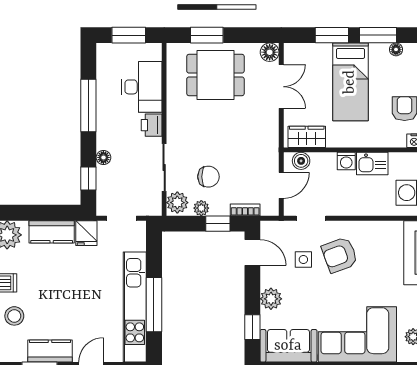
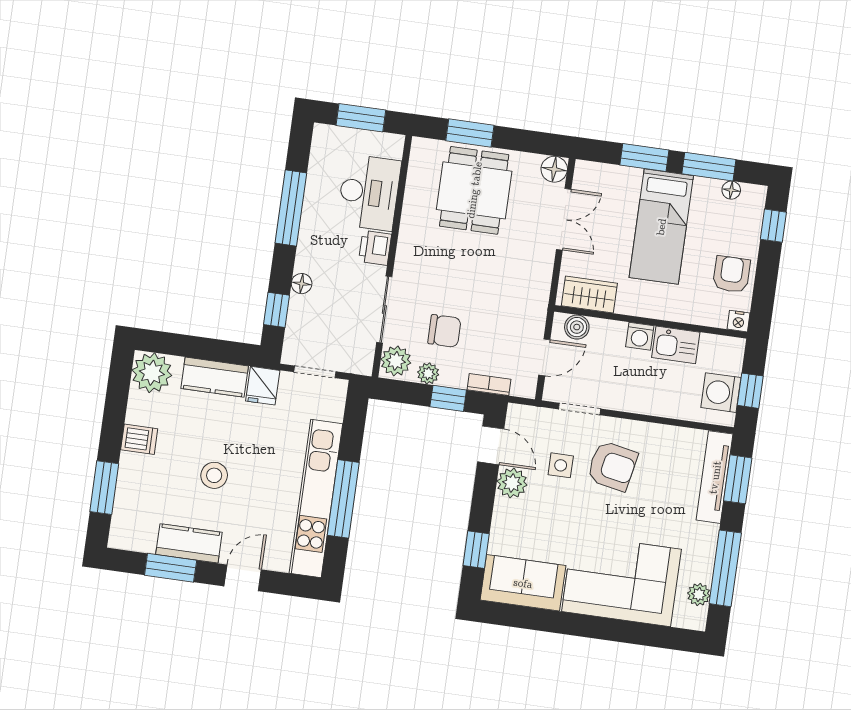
dining table: (215, 75) -> (474, 190), turned 90
armchair: (340, 255) -> (612, 466), turned -149
plant: (271, 299) -> (512, 483), moved
stool: (14, 316) -> (214, 475), moved

